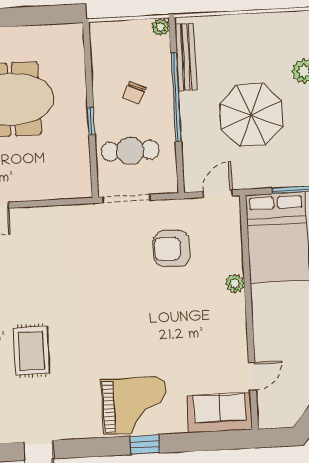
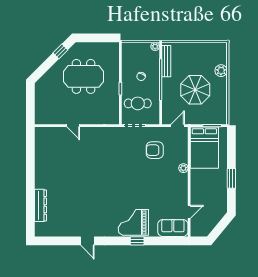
rug: (31, 351) -> (87, 194), removed
grand piano: (135, 406) -> (133, 222), turned 180

